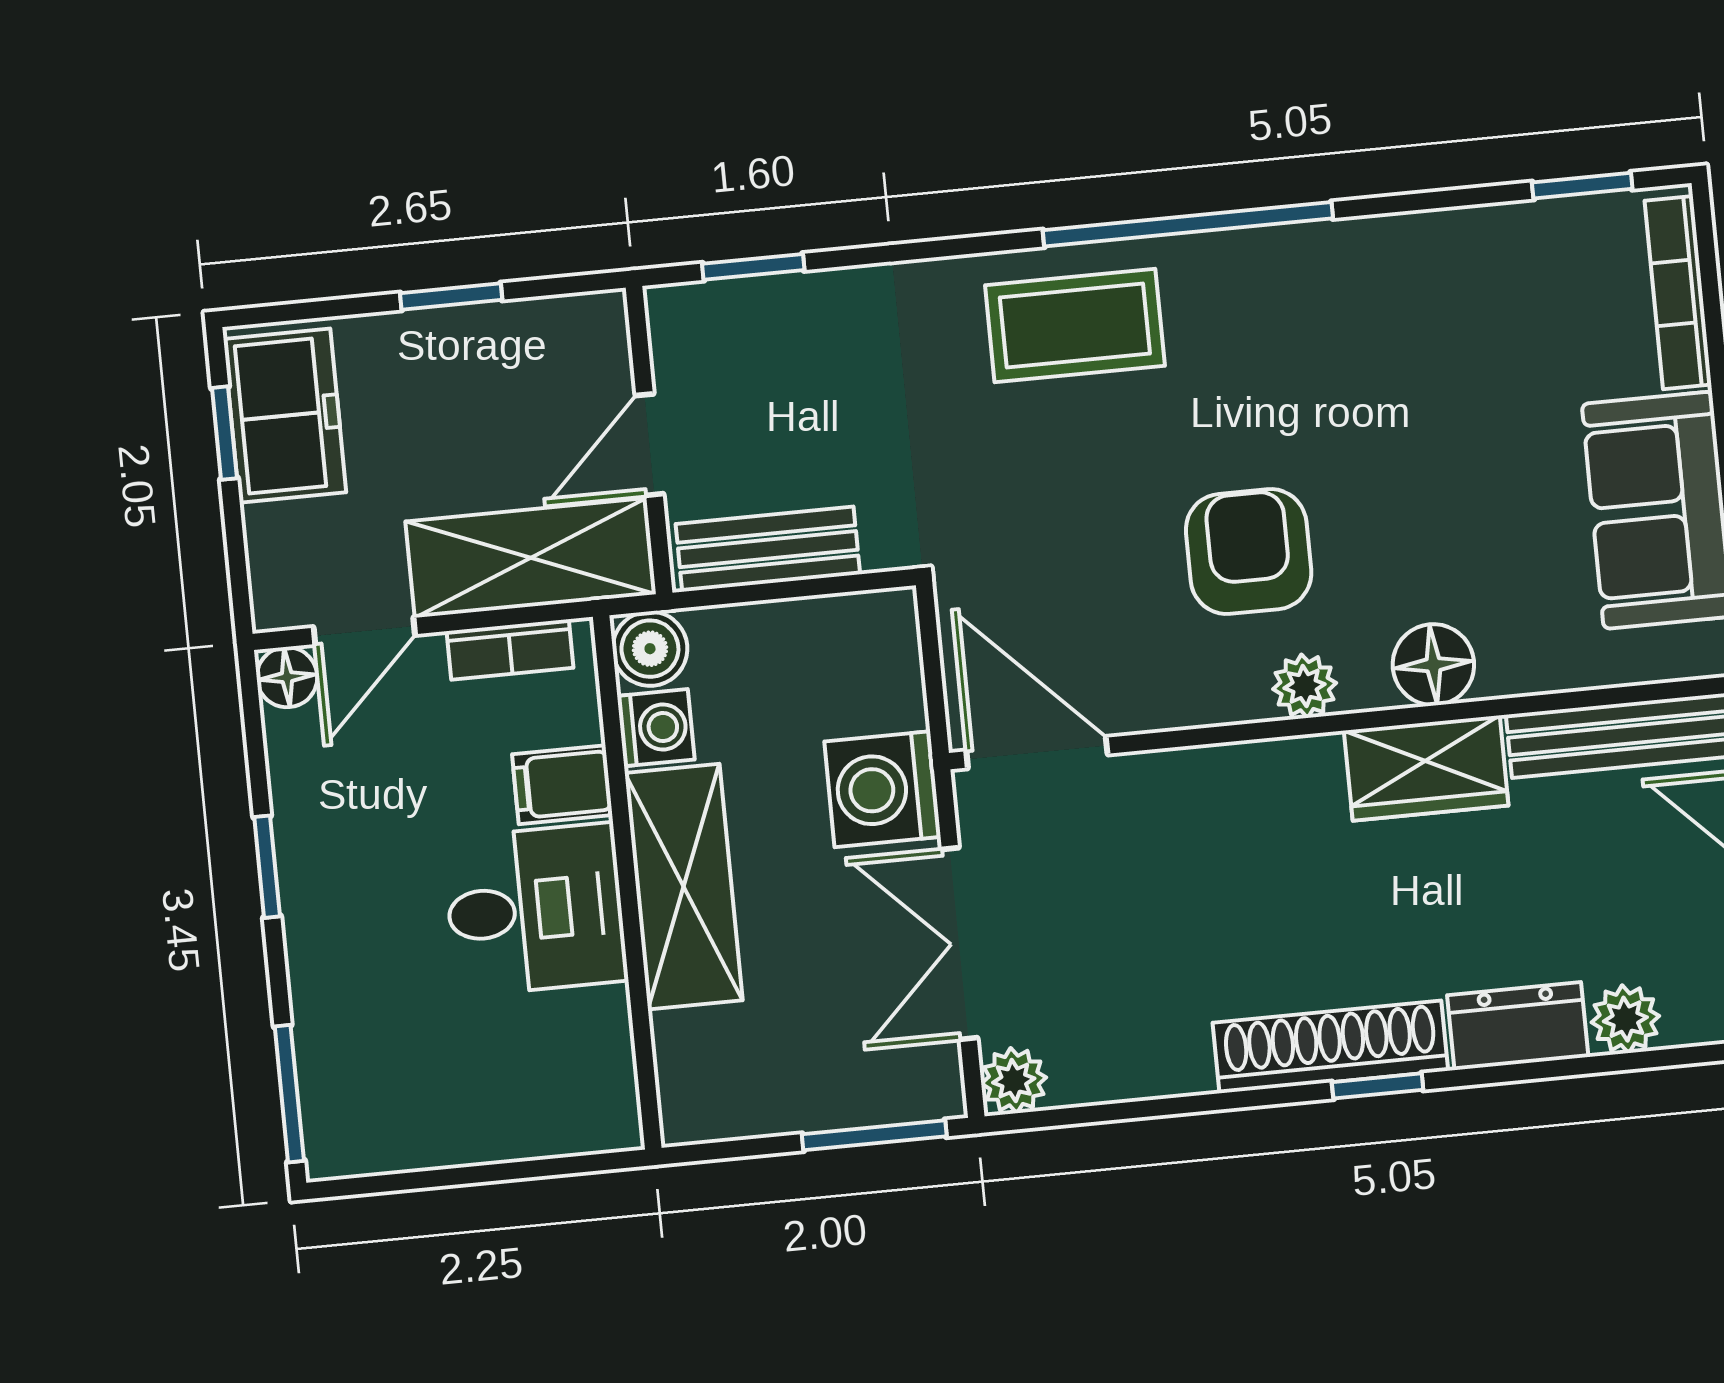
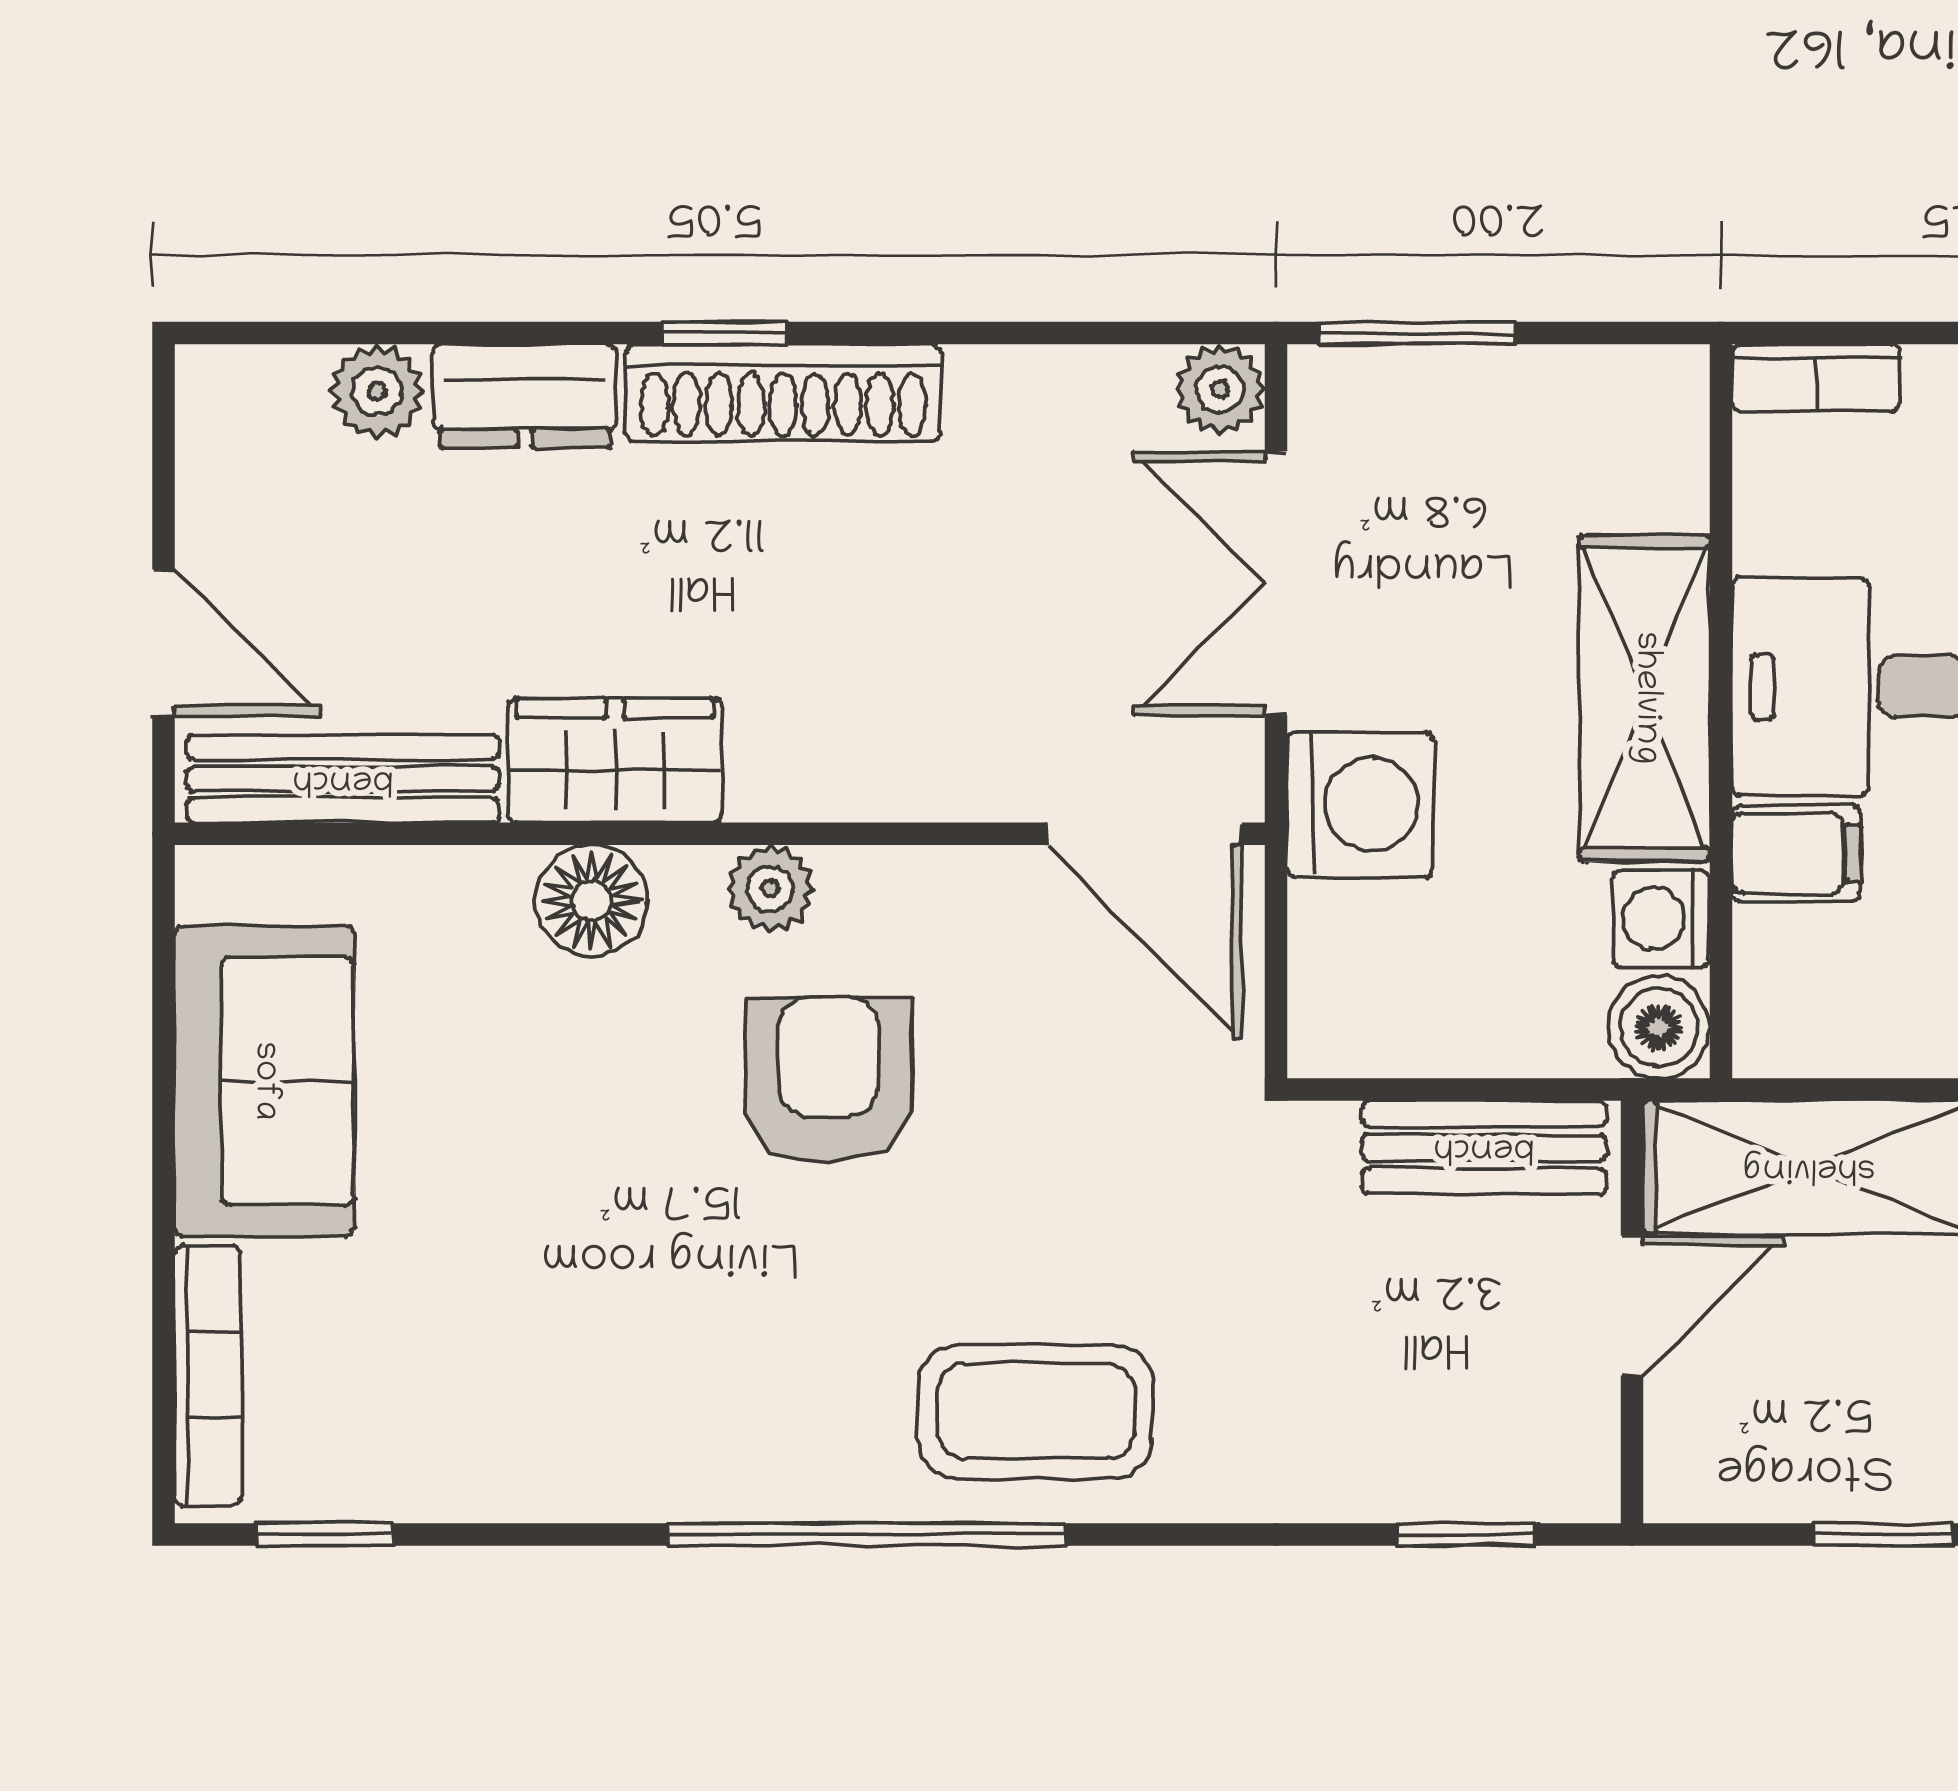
armchair: (1249, 552) -> (829, 1080), turned 180
bookcase: (510, 650) -> (1816, 378), moved, turned 180
double door: (959, 944) -> (1276, 583), swing flipped

